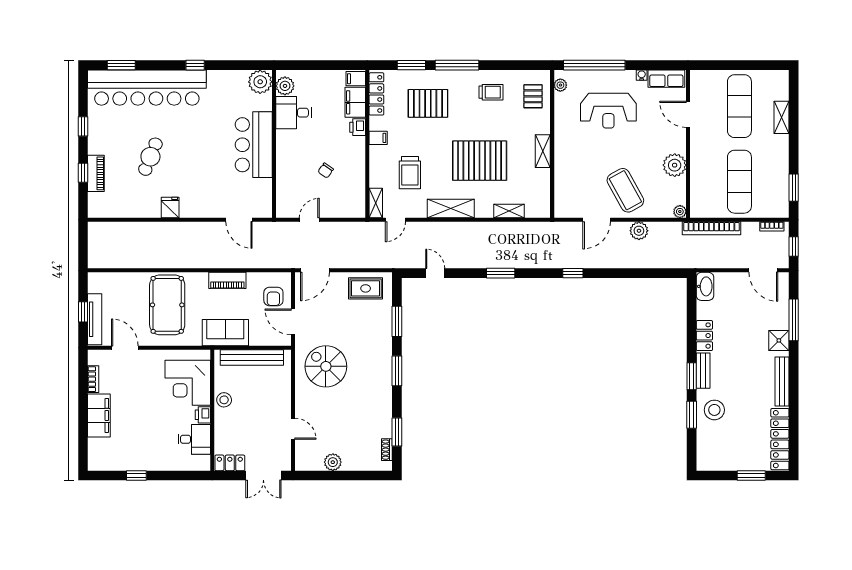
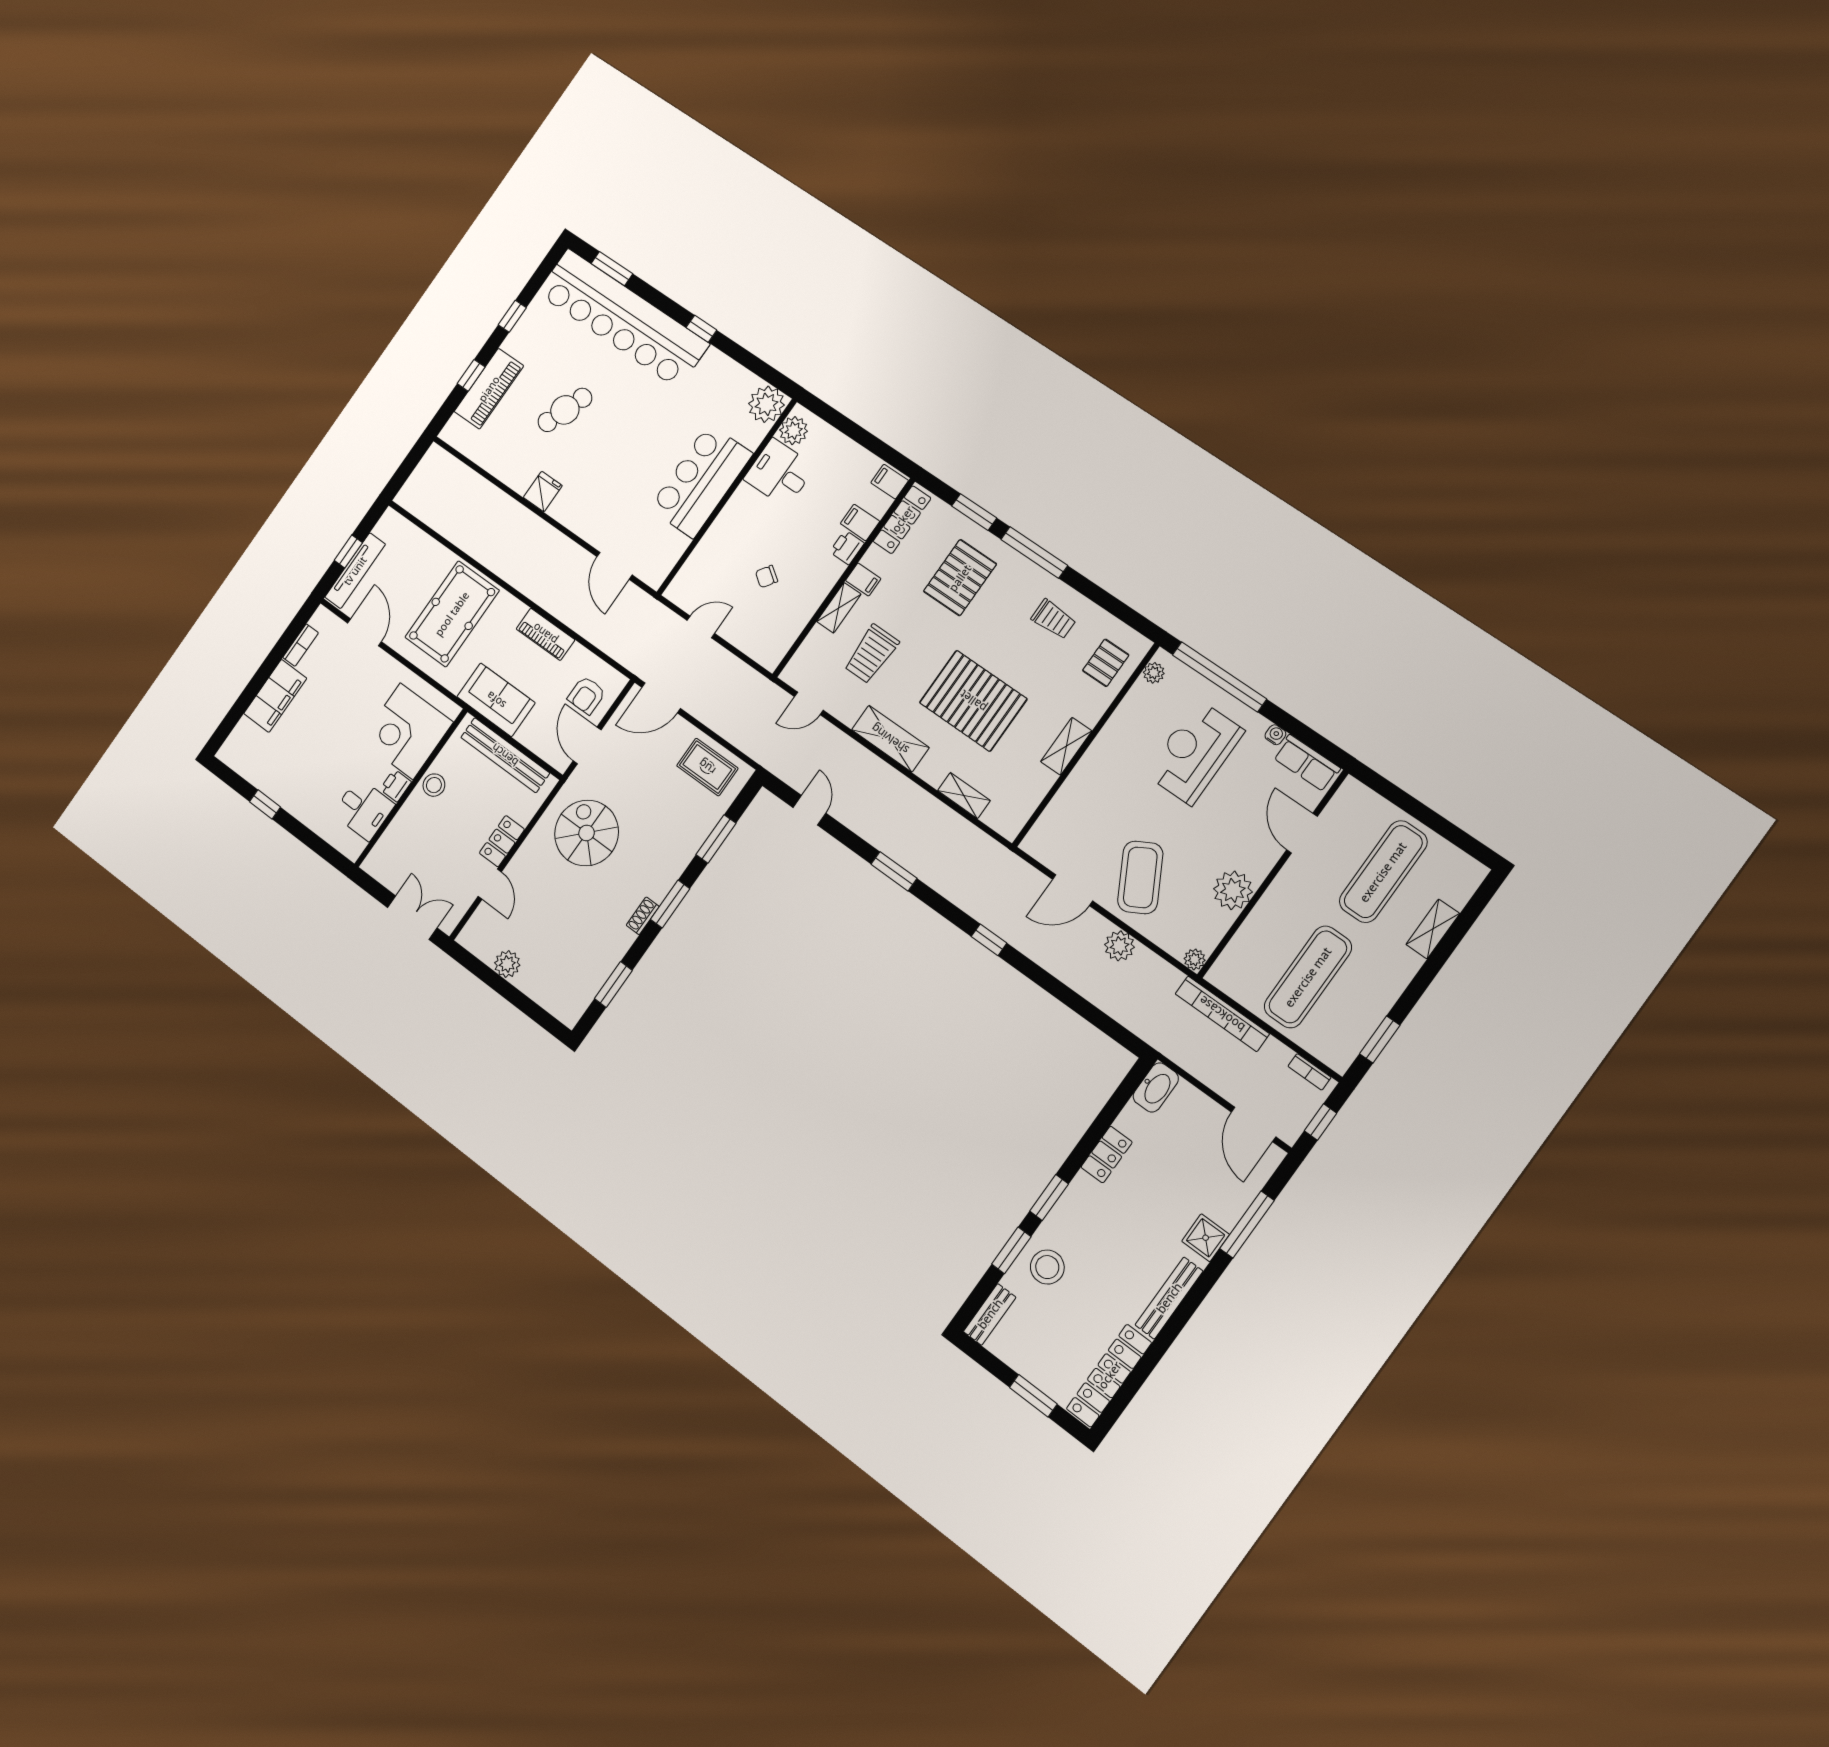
filing cabinet: (355, 102) -> (860, 522), width x0.50
pallet: (428, 103) -> (960, 578), turned 90
reception desk: (608, 111) -> (1195, 752), turned 90
piano: (96, 173) -> (489, 389), width x1.37, depth x1.33
shelving: (376, 203) -> (839, 608), moved
bench: (703, 371) -> (990, 1314), moved
shoe rack: (387, 450) -> (643, 916), moved
locker: (230, 463) -> (502, 841), moved, turned -90
double door: (263, 476) -> (412, 918), swing flipped

